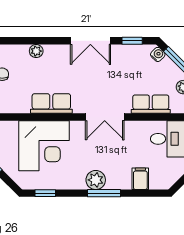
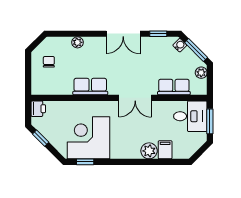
corner desk: (44, 146) -> (88, 138), moved, turned 180
plant: (96, 180) -> (149, 151), moved
window: (104, 193) -> (135, 162), removed

